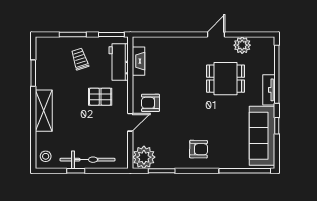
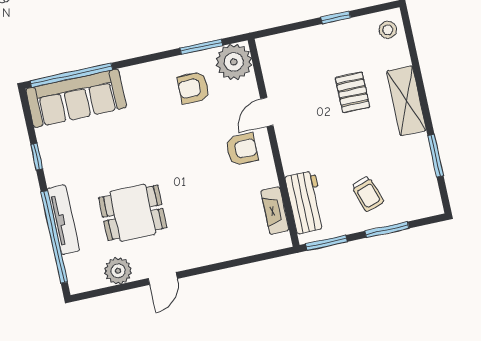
tv unit: (269, 90) -> (63, 220), width x1.41
pallet: (100, 97) -> (352, 92), moved, turned 90
sofa: (262, 136) -> (76, 98), moved, turned 90
armchair: (199, 149) -> (193, 88), moved
bicycle: (88, 160) -> (321, 39), removed

